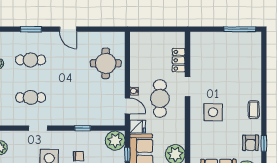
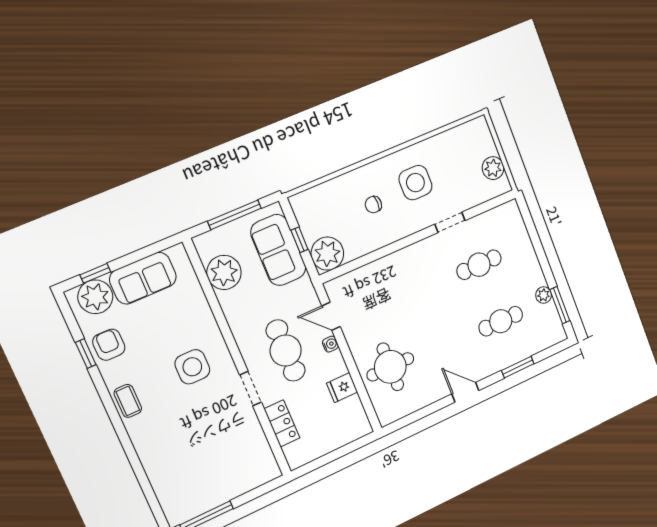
fridge: (138, 127) -> (342, 388), moved
window: (83, 128) -> (385, 251), removed

